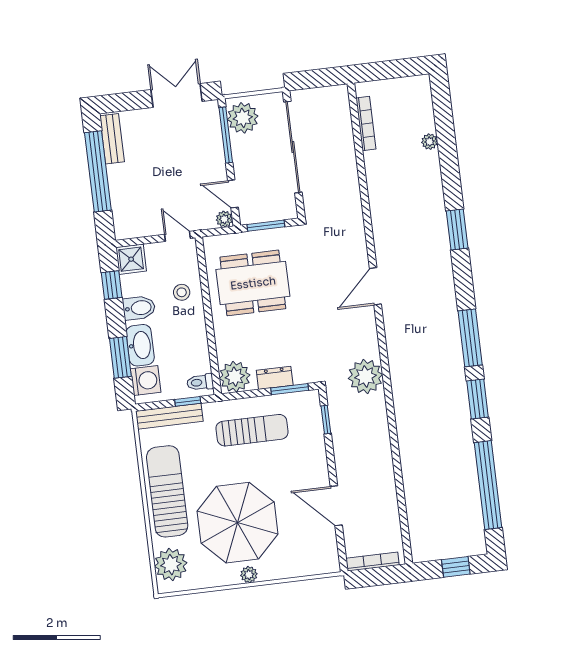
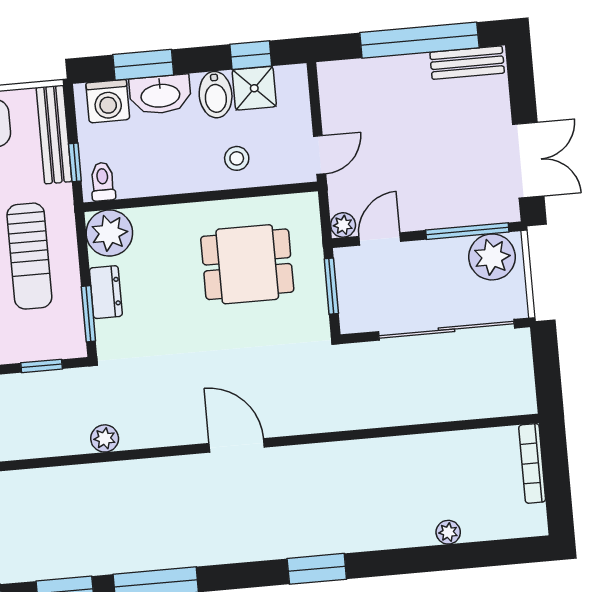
bookcase: (366, 124) -> (532, 463), moved, turned 90
shower: (131, 259) -> (254, 88), moved
dining table: (253, 283) -> (247, 264), width x0.73
plant: (365, 377) -> (105, 438), width x0.53, depth x0.53

